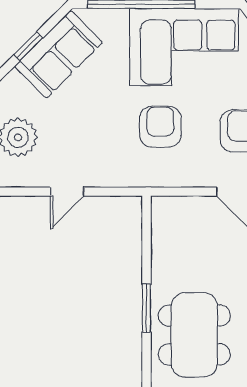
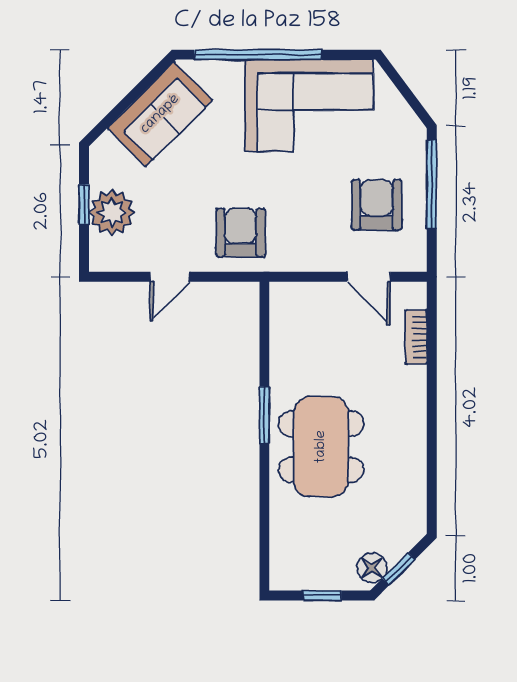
window: (28, 46) -> (124, 104), removed
armchair: (160, 127) -> (241, 233), moved

